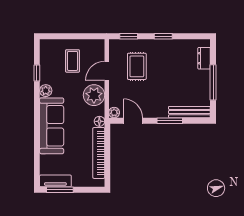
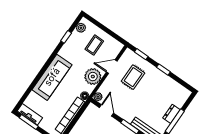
dresser: (204, 58) -> (171, 114), moved
plant: (46, 91) -> (81, 28), moved

